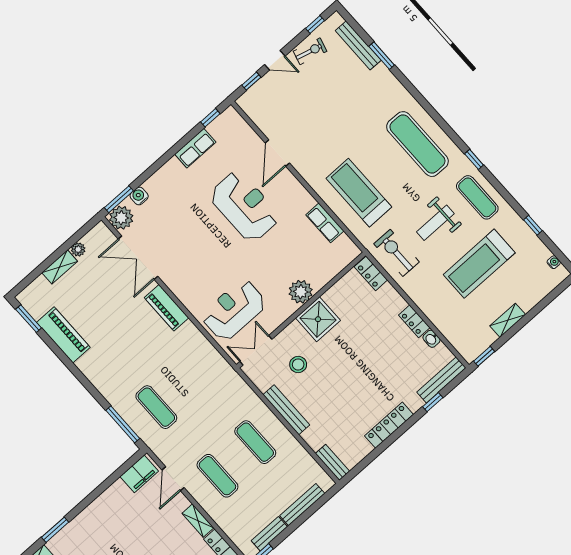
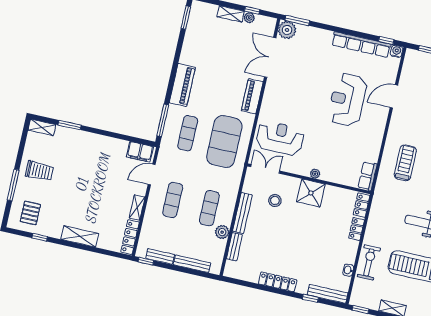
row of seats: (195, 148) -> (361, 45), width x2.02
treadmill: (359, 193) -> (405, 163), width x0.73, depth x0.73
water cooler: (139, 196) -> (397, 51), moved
reception desk: (245, 206) -> (347, 100), turned 180
row of seats: (325, 223) -> (367, 176), moved
window: (72, 241) -> (252, 10), added
exercise bike: (396, 253) -> (369, 262), moved
plant: (301, 292) -> (315, 174), width x0.53, depth x0.53
locker: (414, 321) -> (357, 229), moved
piano: (63, 335) -> (182, 85), moved
exercise mat: (194, 373) -> (224, 141), added
plant: (291, 447) -> (222, 232), added
bench: (332, 462) -> (234, 247), moved

